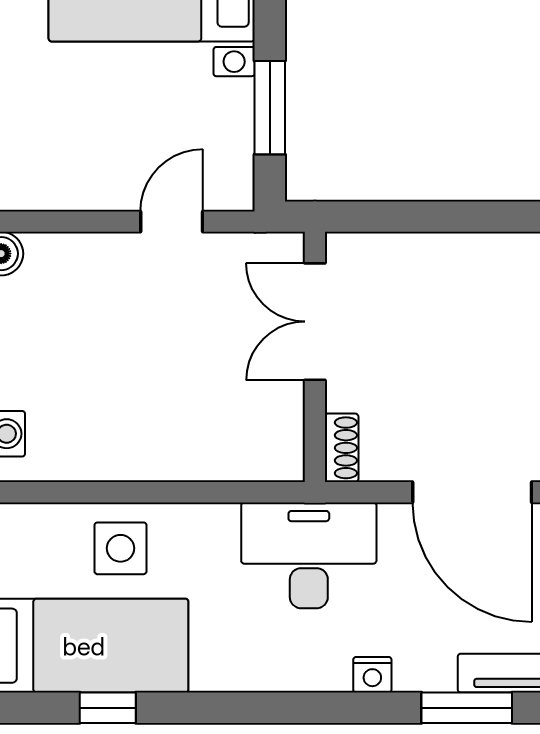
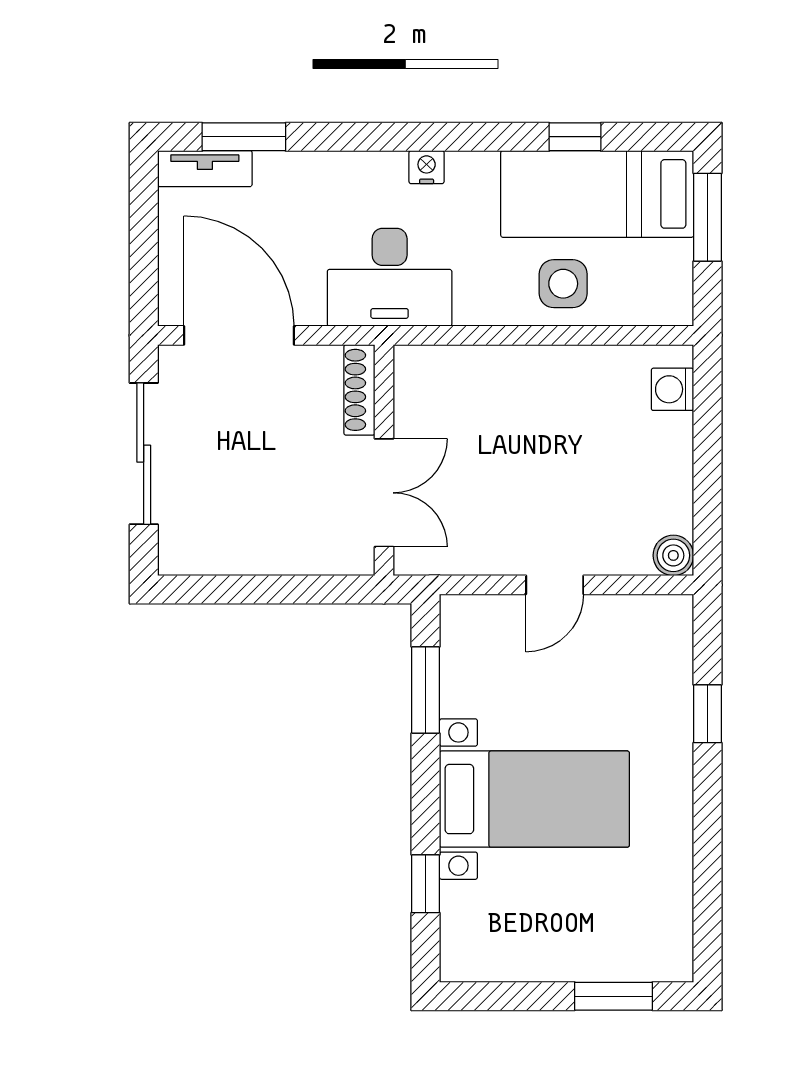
door: (172, 222) -> (555, 585), moved
shoe rack: (342, 448) -> (359, 390), width x1.43
nightstand: (372, 675) -> (427, 167), moved

